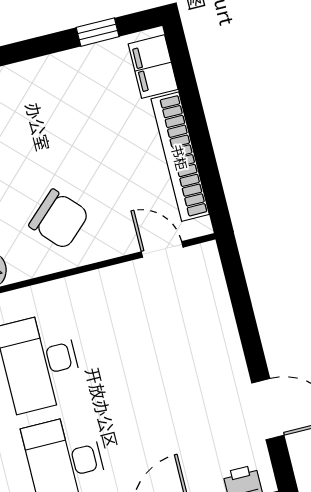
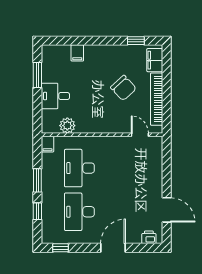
chair: (59, 219) -> (123, 88), moved

